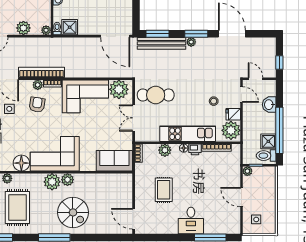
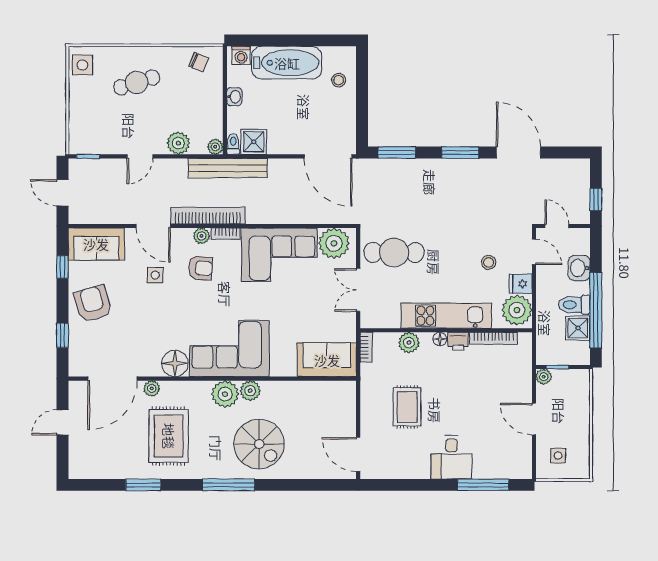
plant: (191, 42) -> (452, 166), removed
bench: (161, 43) -> (228, 168), moved
armchair: (37, 105) -> (200, 268), turned 84
toilet: (266, 156) -> (574, 305), moved

